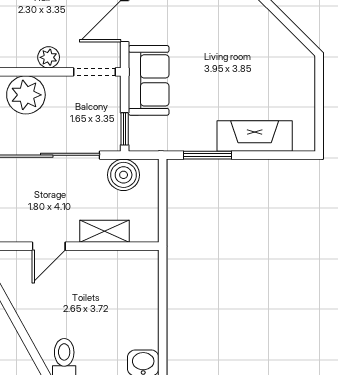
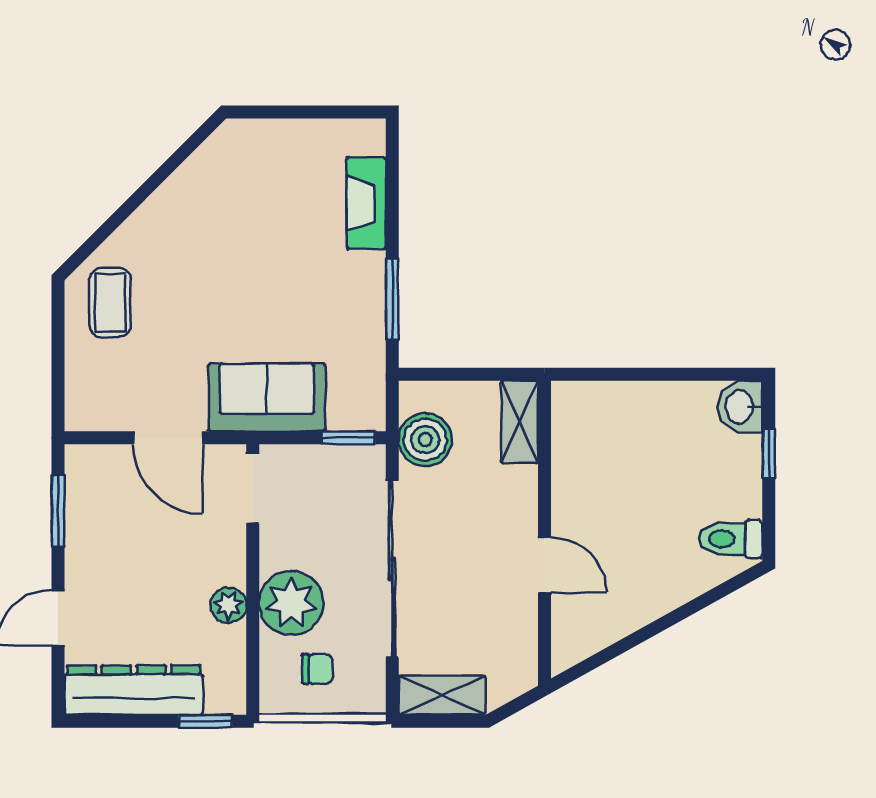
plant: (49, 57) -> (228, 605), moved
fireplace: (255, 136) -> (366, 203), width x0.73, depth x0.76
shelving: (105, 231) -> (520, 422), moved

